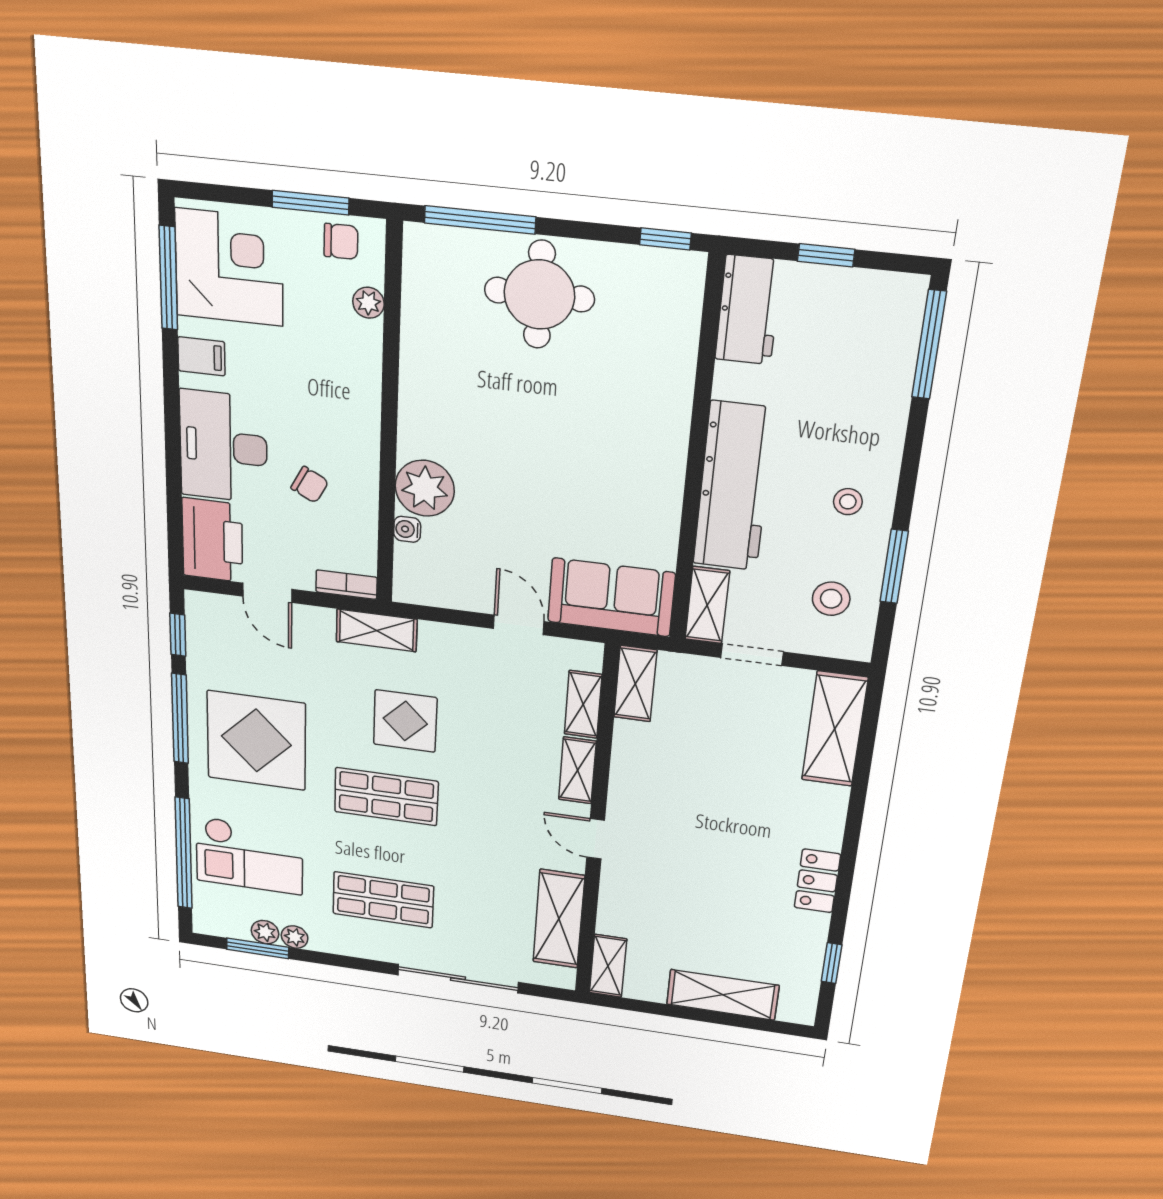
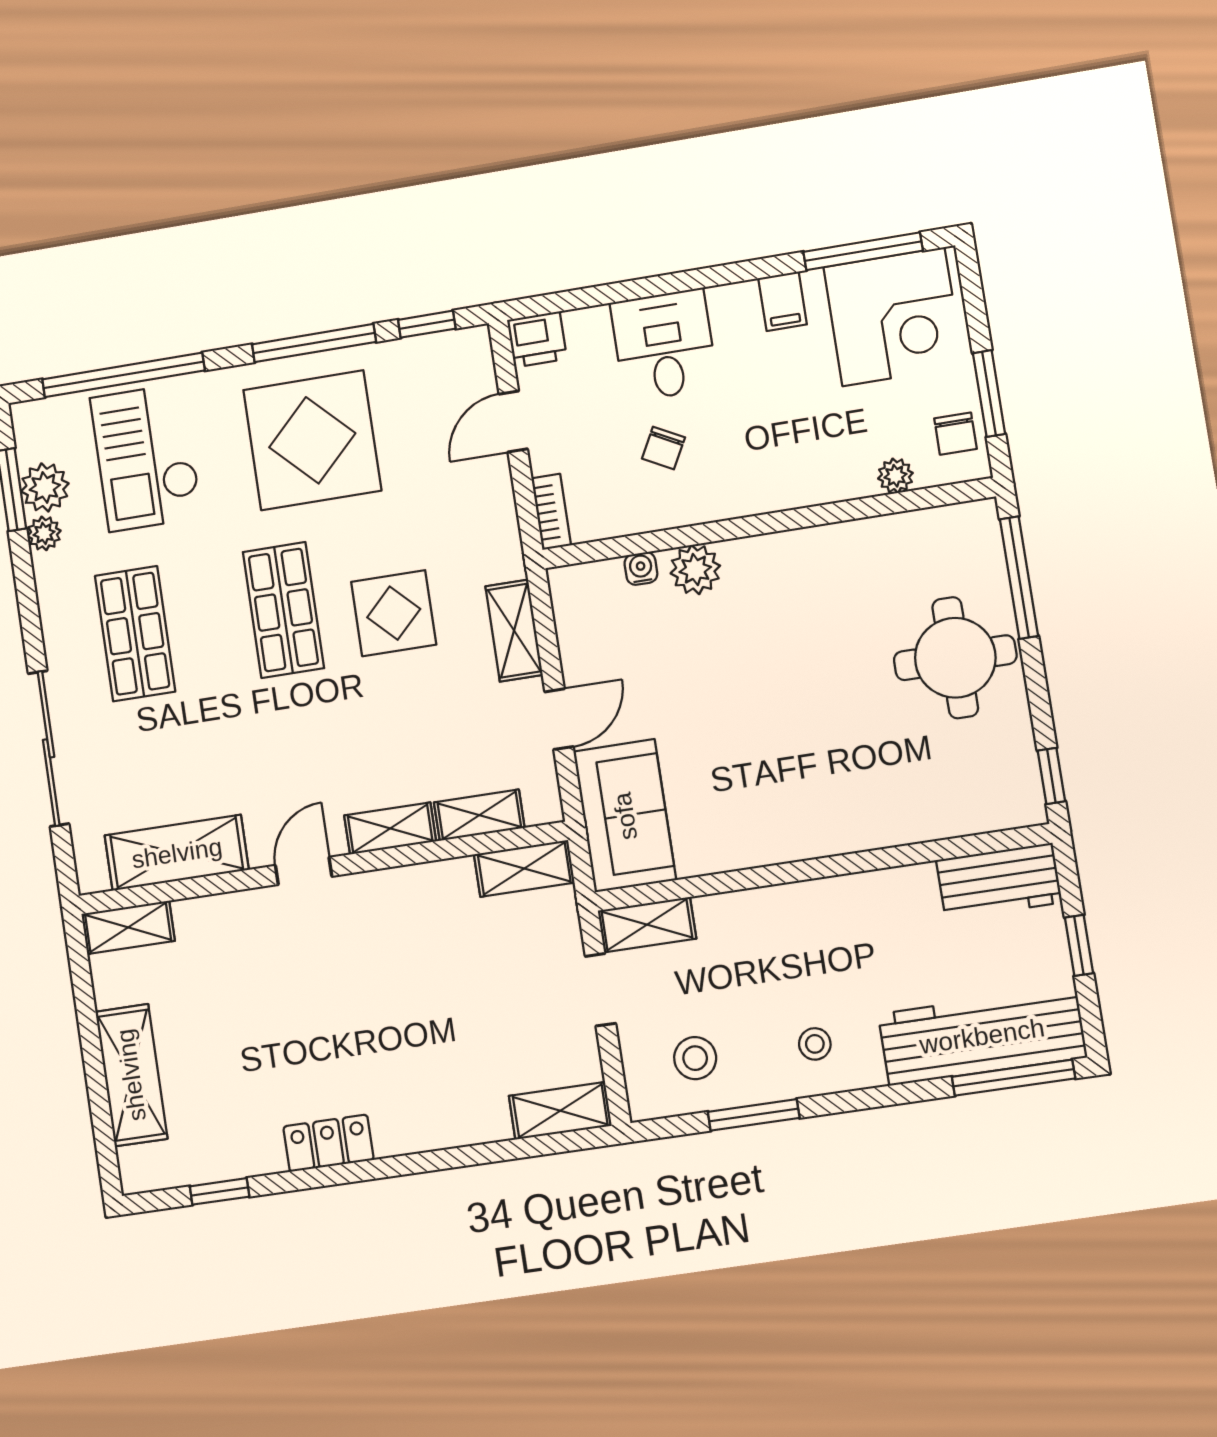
desk: (223, 447) -> (664, 345), width x0.73
workbench: (734, 487) -> (982, 1036), moved, turned 180
plant: (425, 488) -> (695, 570), width x0.73, depth x0.73
printer: (212, 540) -> (537, 339), width x0.53, depth x0.68
shelving: (377, 630) -> (514, 631), moved
shelving: (835, 729) -> (560, 1111), width x0.67, depth x0.75
plant: (265, 932) -> (45, 487), width x1.38, depth x1.38

